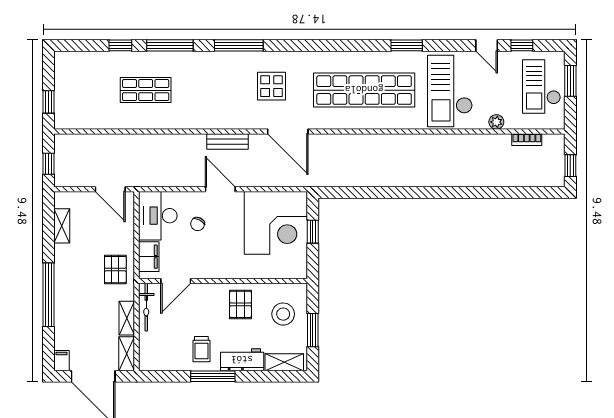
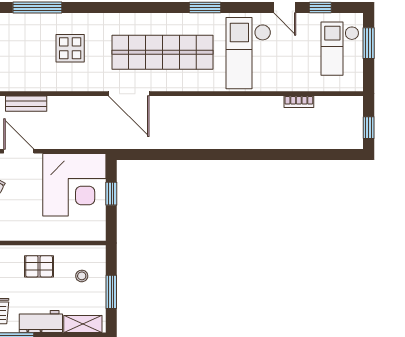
plant: (496, 122) -> (295, 84), removed
door: (288, 132) -> (129, 94), moved
bookcase: (527, 140) -> (299, 102), moved
pallet: (240, 304) -> (39, 266), turned 90
stool: (283, 314) -> (82, 276), width x0.53, depth x0.53

